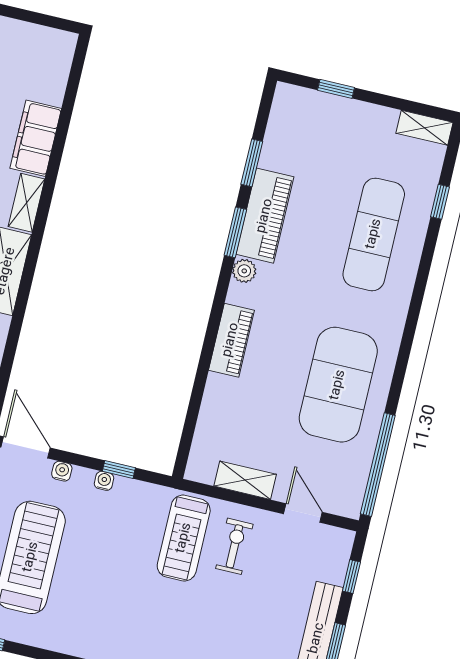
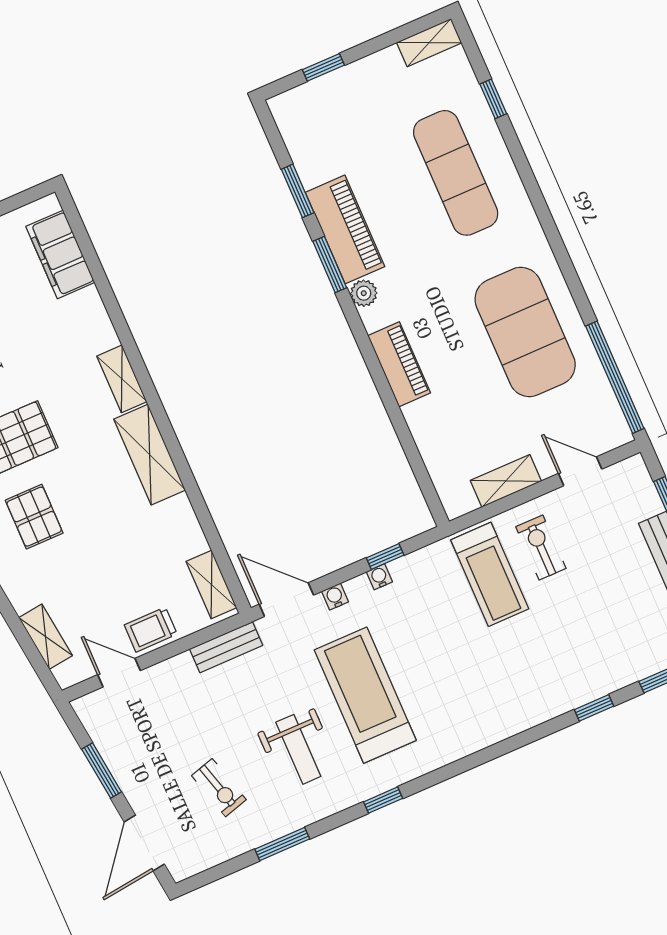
filing cabinet: (36, 138) -> (60, 254), moved

